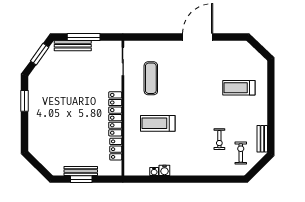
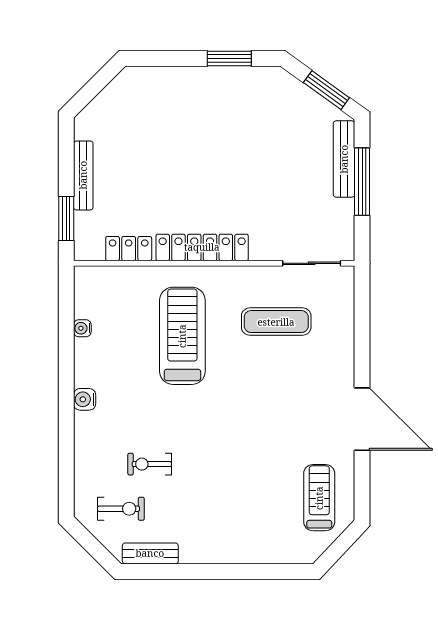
treadmill: (239, 88) -> (319, 498), moved
treadmill: (158, 123) -> (182, 336), width x1.37, depth x1.38
water cooler: (164, 170) -> (85, 399), moved
window: (81, 179) -> (66, 219), moved

